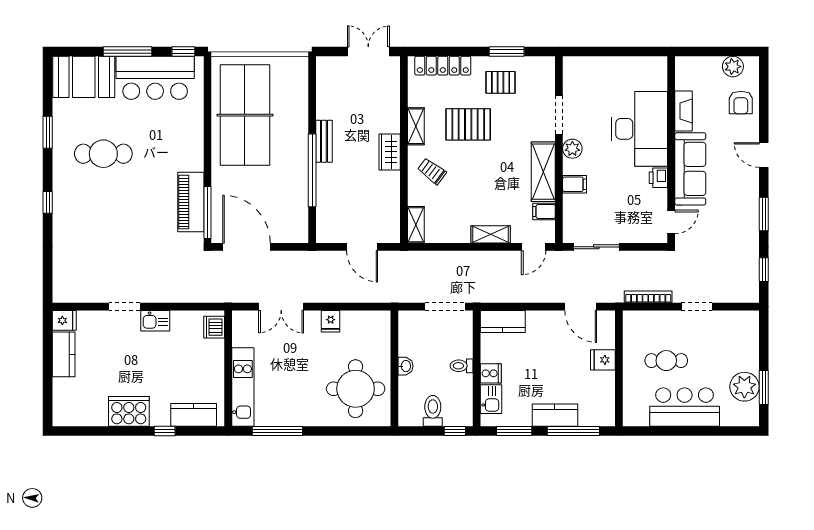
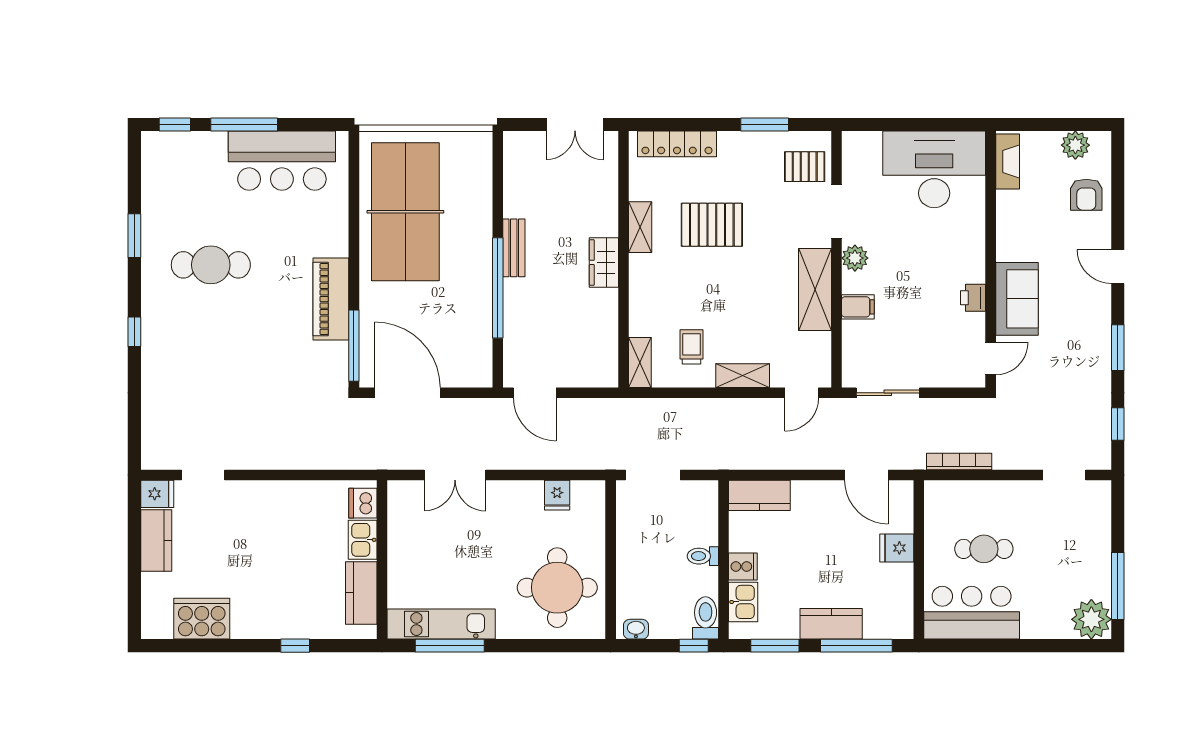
window: (183, 51) -> (175, 124), moved
double door: (368, 51) -> (575, 124), swing flipped
booth: (84, 77) -> (184, 159), removed
pallet: (501, 82) -> (805, 167), moved
fireplace: (684, 111) -> (1008, 162), moved
desk: (639, 129) -> (934, 169), moved, turned -90
sofa: (690, 169) -> (1017, 299), width x0.73
trolley: (432, 171) -> (691, 347), moved, turned 53
piano: (191, 202) -> (331, 299), moved
filing cabinet: (544, 211) -> (816, 344), removed
door: (362, 247) -> (535, 393), moved
doorway: (124, 307) -> (203, 475), moved
doorway: (445, 307) -> (653, 475), moved
doorway: (697, 307) -> (1064, 475), moved
kitchen sink: (155, 321) -> (363, 540), moved, turned 90
fridge: (331, 321) -> (557, 495), moved
washbasin: (405, 366) -> (636, 629), moved, turned -90
kitchen unit: (243, 387) -> (441, 624), moved, turned -90
plant: (744, 387) -> (1091, 619), moved
window: (764, 388) -> (1118, 586), width x1.44
bar counter: (685, 407) -> (972, 613), moved
cooker: (129, 411) -> (202, 619), moved
toilet: (433, 411) -> (706, 618), moved
kitchen counter: (194, 415) -> (361, 593), moved, turned -90

